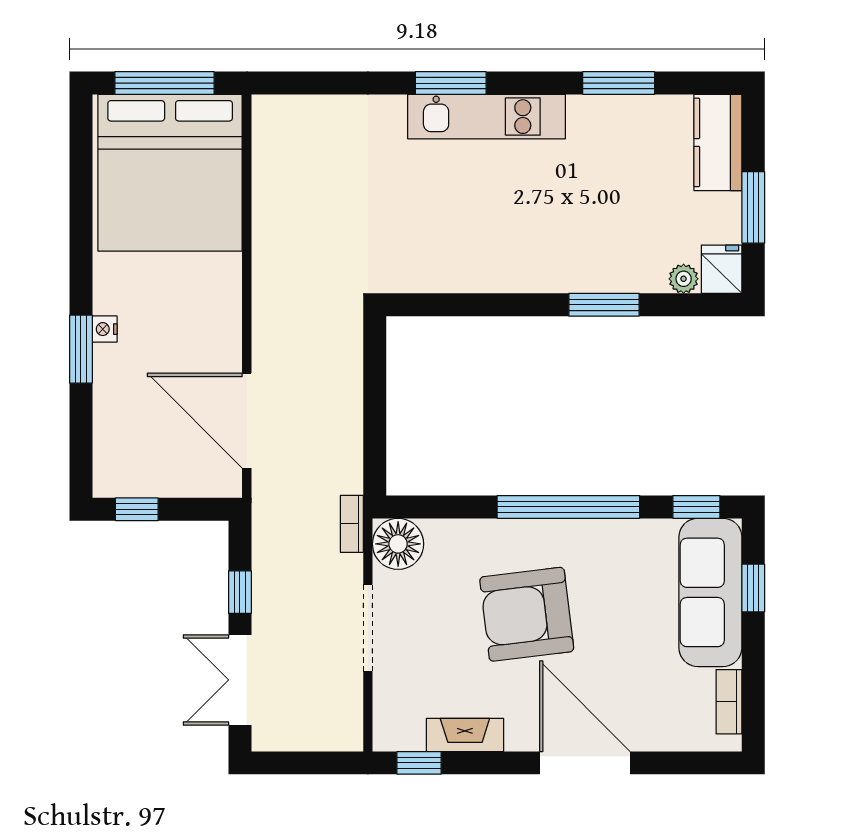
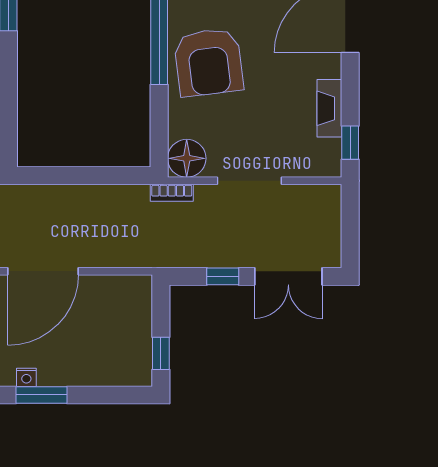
door: (247, 421) -> (43, 271), moved
armchair: (527, 614) -> (209, 62), moved

